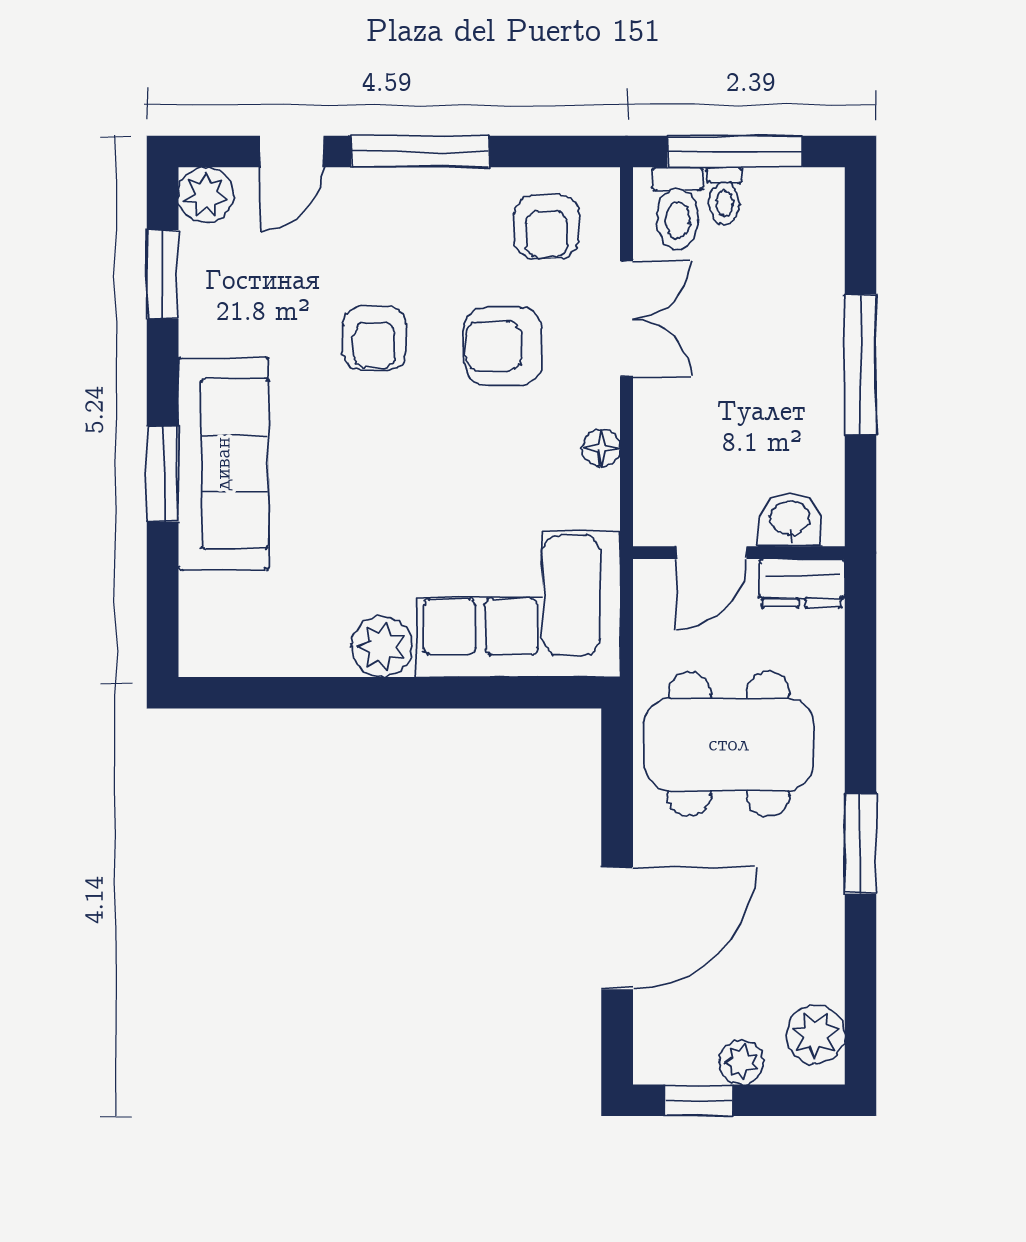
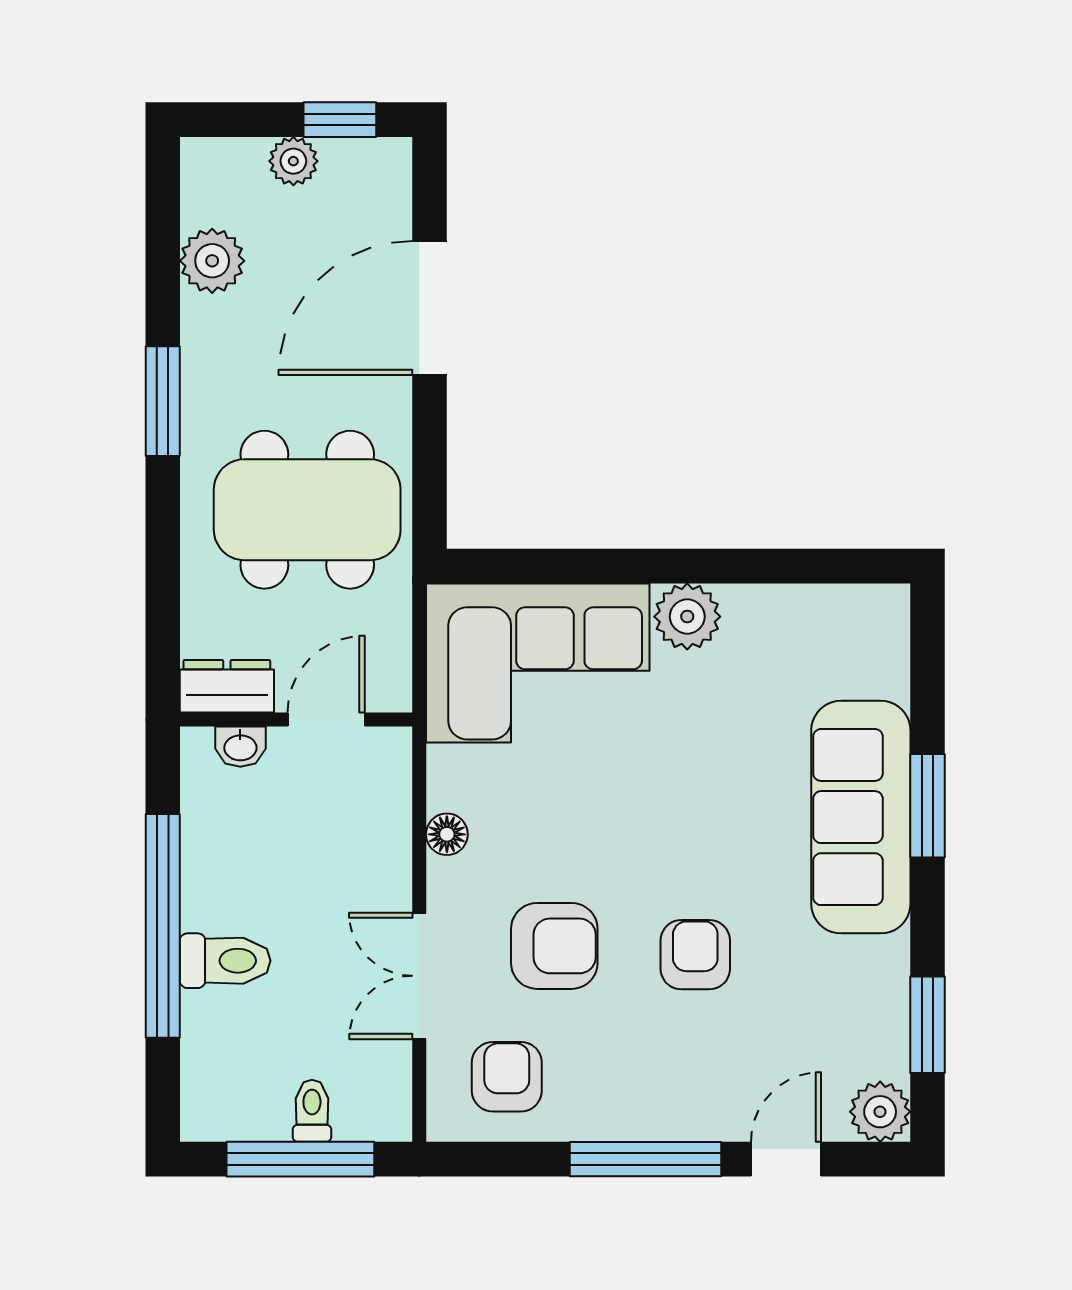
toilet: (678, 208) -> (225, 961), moved, turned 90
window: (861, 364) -> (163, 926), width x1.46
washbasin: (790, 520) -> (240, 747), width x0.72, depth x0.69
plant: (815, 1035) -> (212, 261), moved

